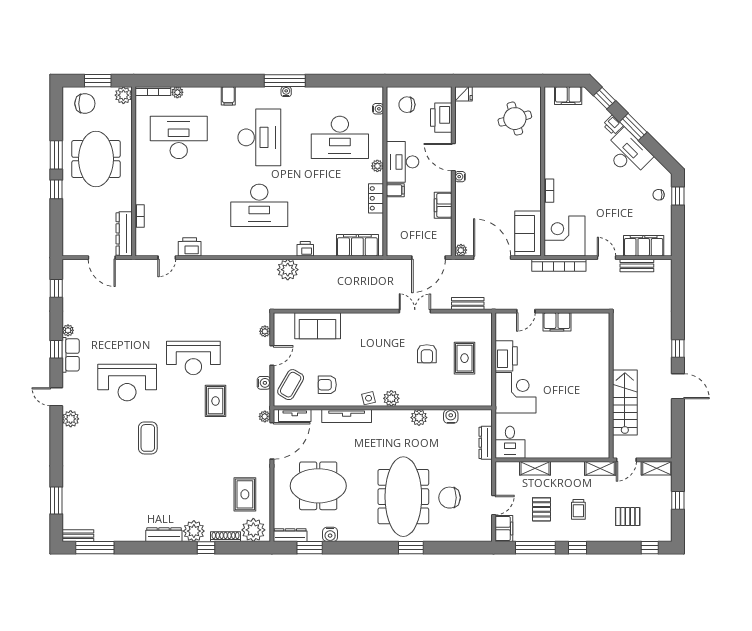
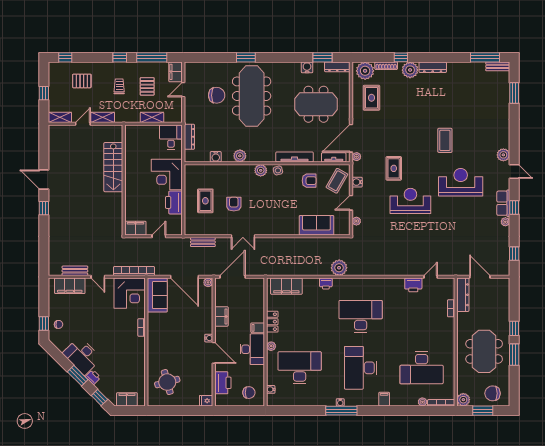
wall: (611, 386) -> (124, 180), moved
stairs: (625, 403) -> (113, 167), moved

